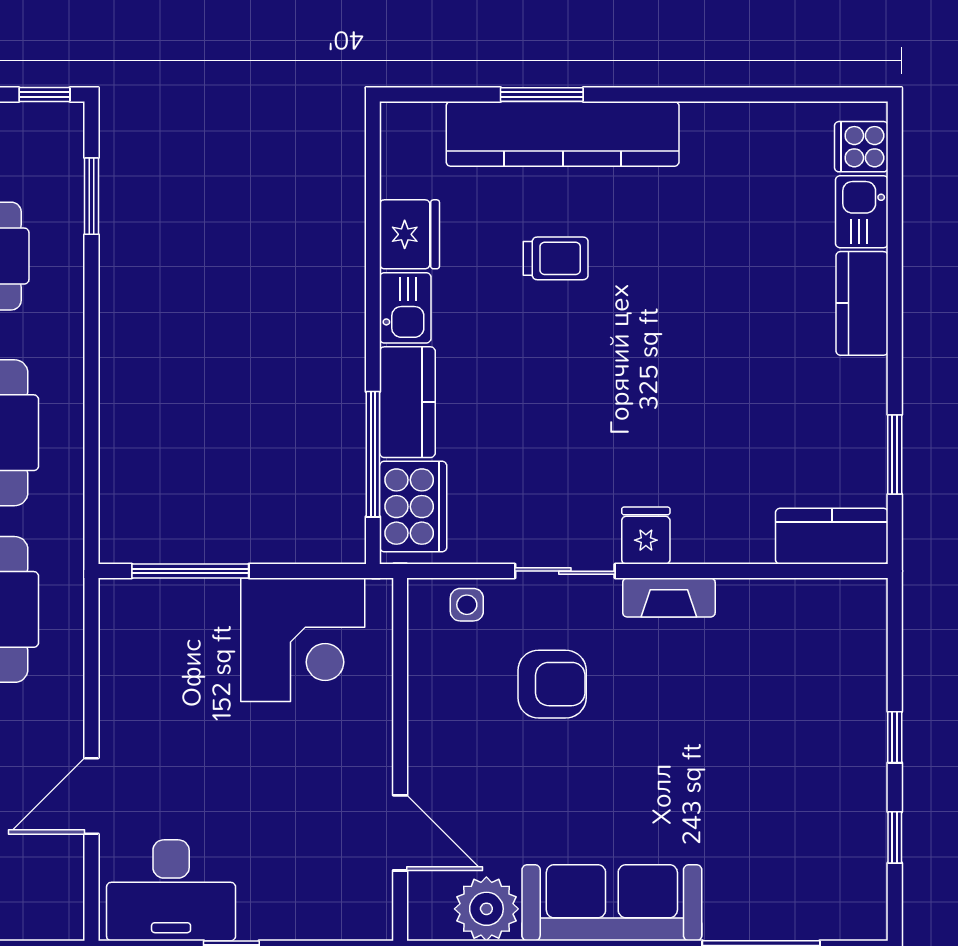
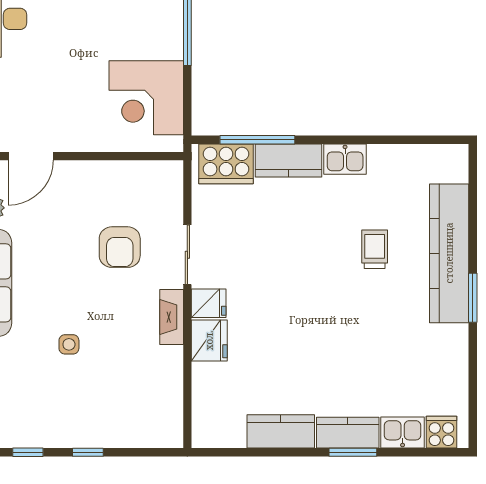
window: (542, 95) -> (473, 298), moved
fridge: (409, 234) -> (209, 340), moved, turned -90
trolley: (556, 258) -> (375, 249), turned 180
window: (895, 454) -> (353, 452), moved
kitchen counter: (832, 536) -> (281, 431), moved, turned -90
side table: (467, 605) -> (69, 344), moved

